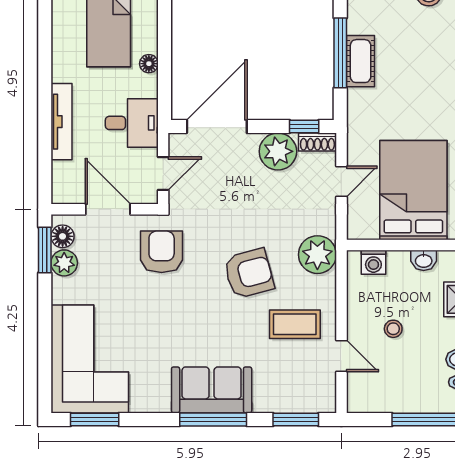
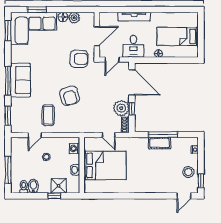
window: (304, 126) -> (132, 109), moved
door: (163, 173) -> (112, 60), hinge flipped
floor lamp: (63, 236) -> (63, 17), moved
window: (45, 250) -> (37, 9), moved
plant: (317, 255) -> (78, 125), removed

